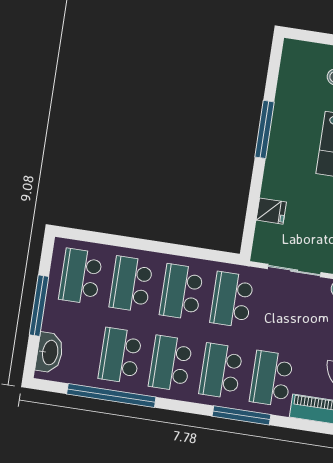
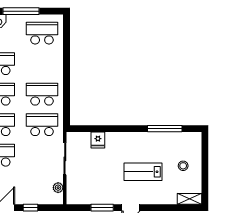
window: (264, 129) -> (165, 129), moved
school desk: (131, 284) -> (42, 64), removed

